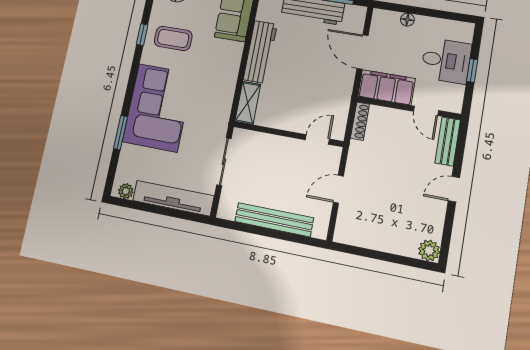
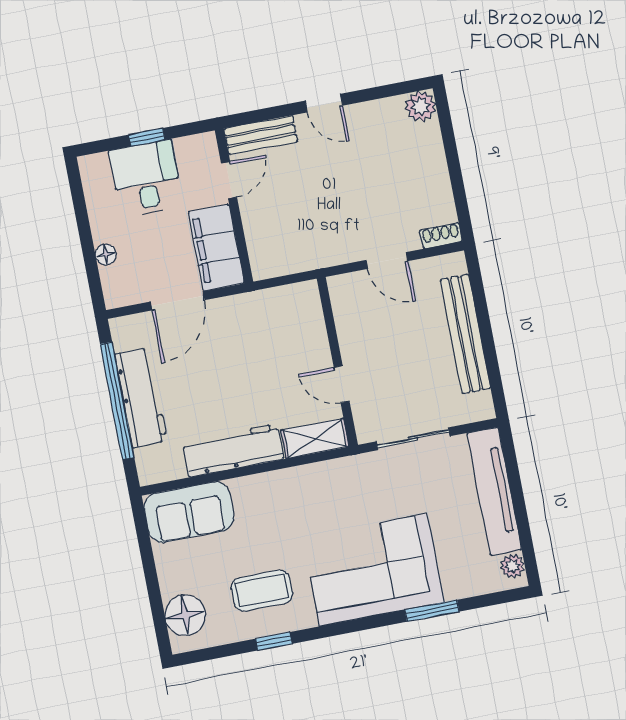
coffee table: (173, 38) -> (262, 591), turned 90
shoe rack: (360, 121) -> (441, 236), moved, width x0.70
door: (317, 139) -> (342, 384), moved

